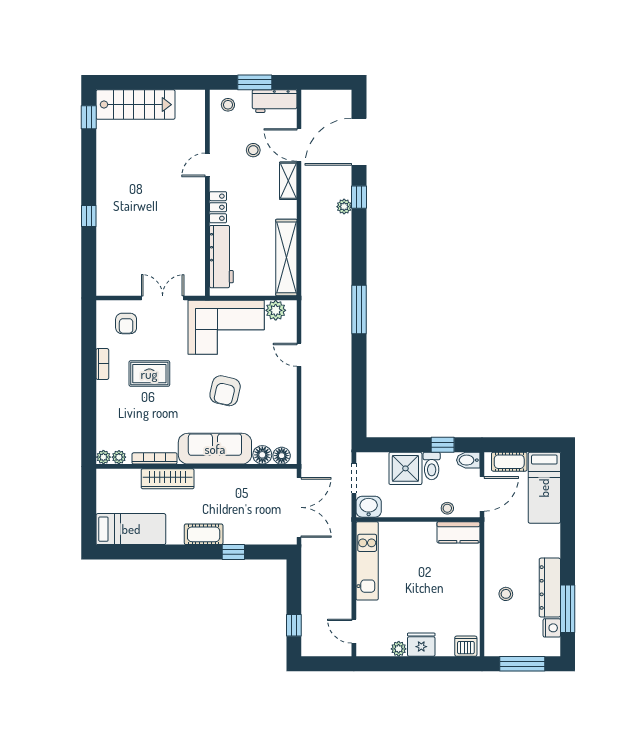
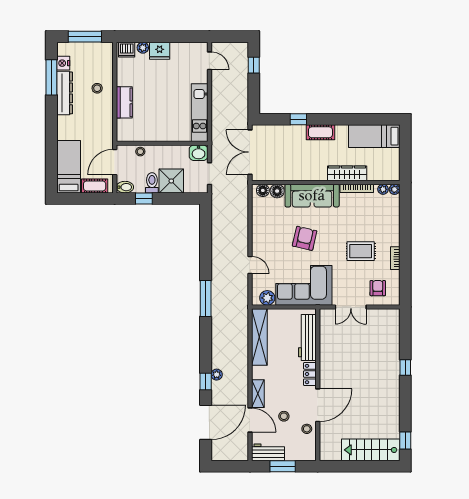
stool: (228, 105) -> (307, 429), moved
door: (207, 165) -> (318, 405), width x1.87
kitchen counter: (458, 532) -> (124, 102), moved, turned 90
plant: (399, 649) -> (143, 48), moved

